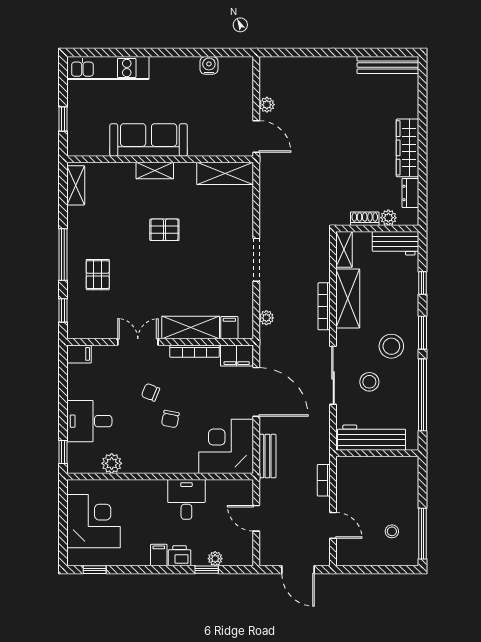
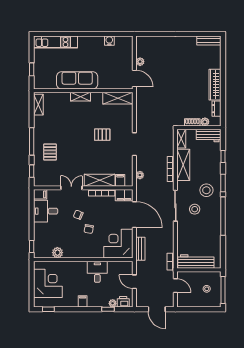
bench: (388, 65) -> (209, 41), width x0.73
pallet: (164, 230) -> (102, 135), moved
desk: (89, 421) -> (46, 211), moved
workbench: (371, 438) -> (196, 261), moved
wall: (377, 453) -> (199, 270), moved
printer: (180, 556) -> (123, 302), moved

